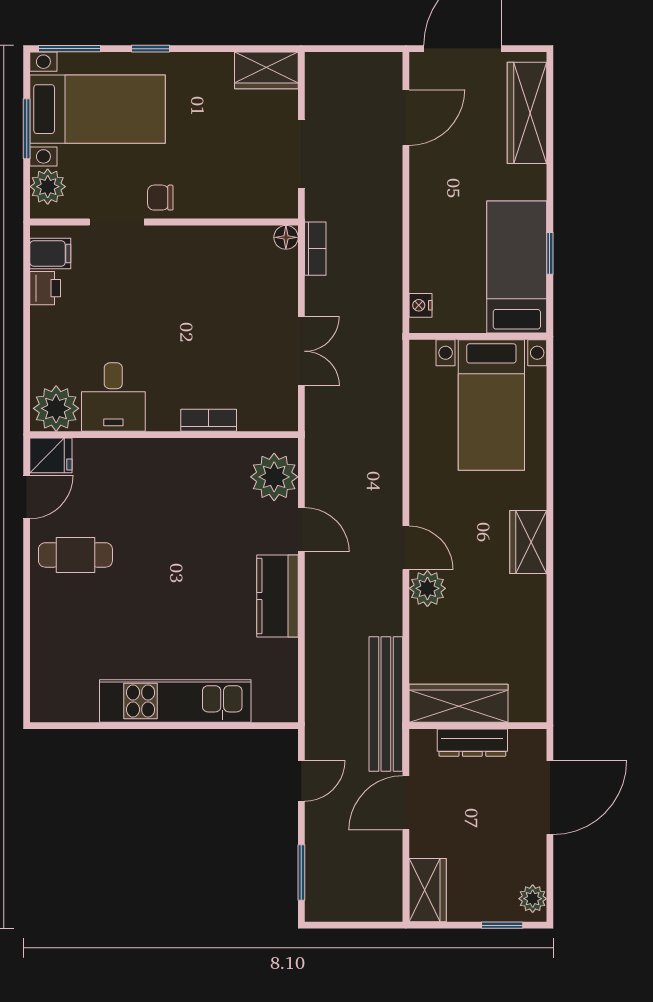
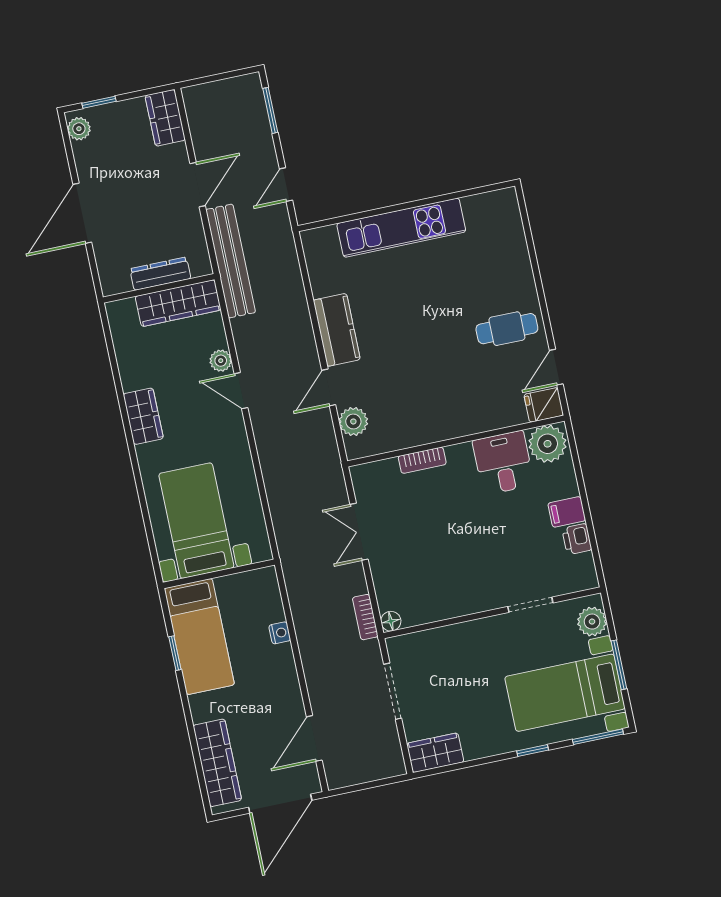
chair: (160, 198) -> (499, 632), removed
filing cabinet: (50, 254) -> (567, 512), moved
nightstand: (421, 305) -> (280, 633), moved
plant: (274, 477) -> (353, 421), width x0.73, depth x0.73
door: (301, 530) -> (329, 387), hinge flipped
plant: (427, 588) -> (221, 361), width x0.73, depth x0.73
wardrobe: (459, 703) -> (178, 303), moved
wall: (478, 726) -> (159, 288), moved
dresser: (472, 743) -> (160, 274), moved

